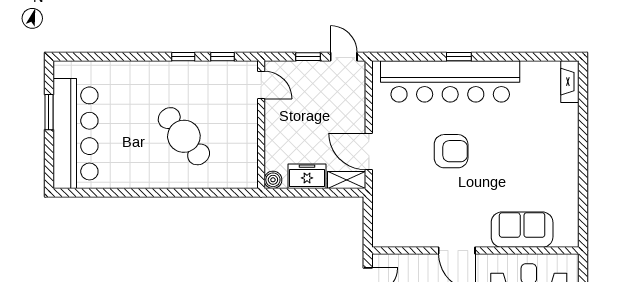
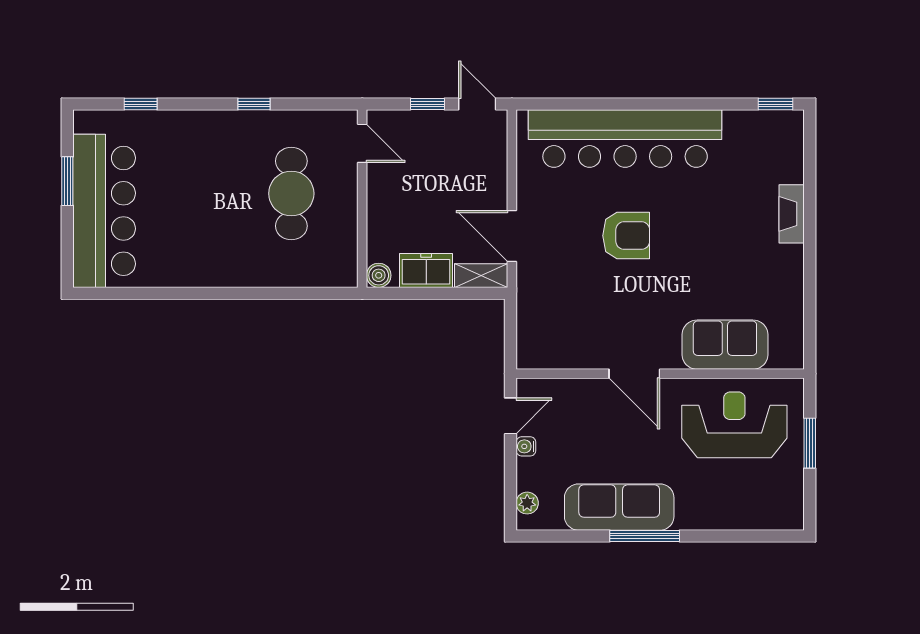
window: (222, 57) -> (141, 104), moved
window: (459, 57) -> (776, 104), moved
fireplace: (570, 82) -> (792, 214), moved
cafe table: (184, 136) -> (291, 194), moved, turned 39

